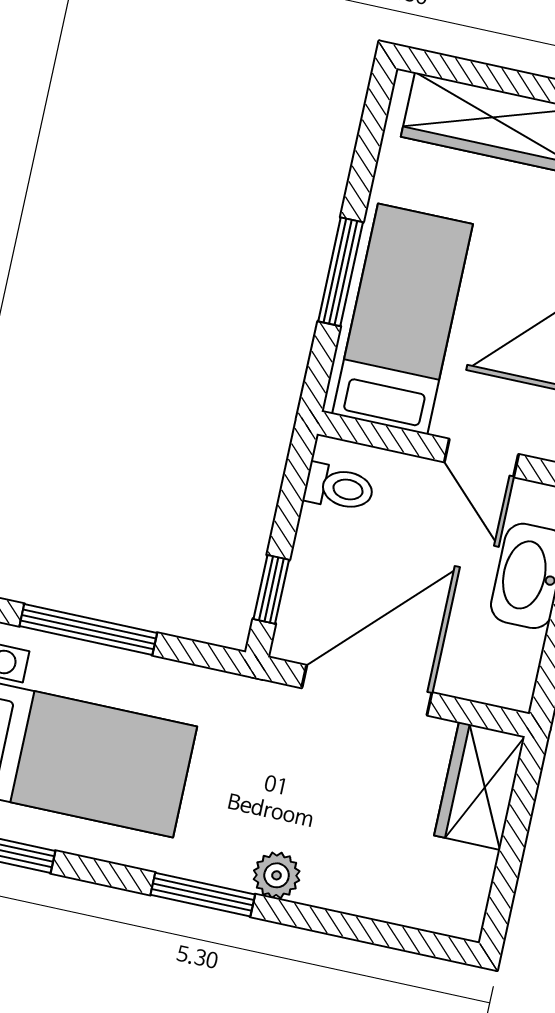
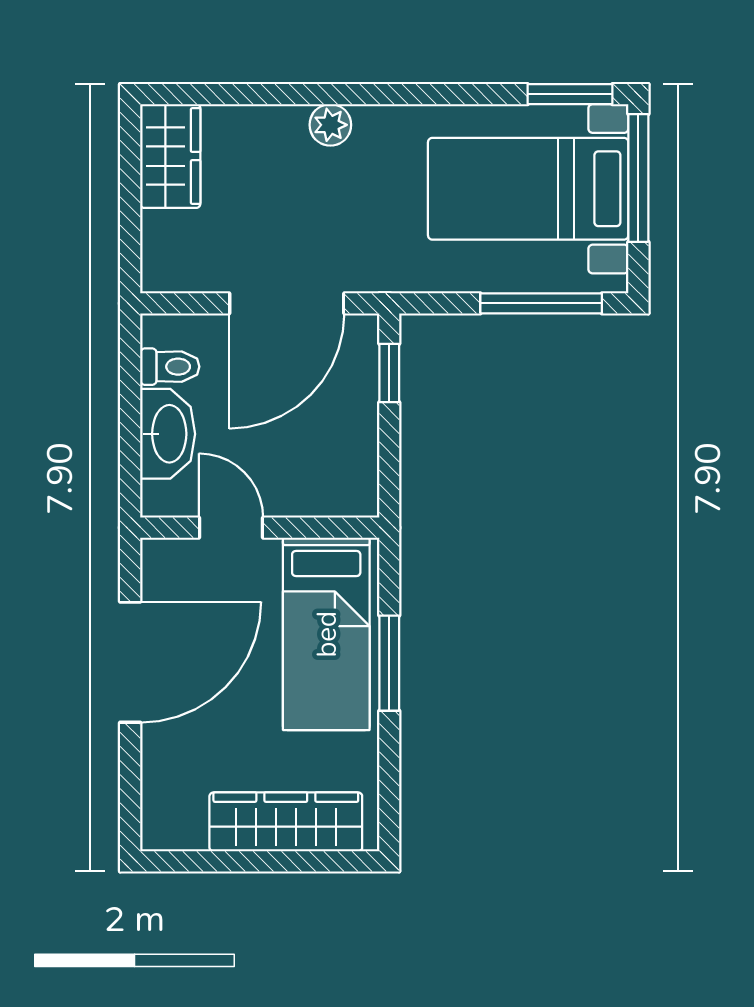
toilet: (339, 488) -> (170, 367), moved, turned 180
wardrobe: (480, 786) -> (170, 156), moved
window: (203, 895) -> (391, 94), removed

